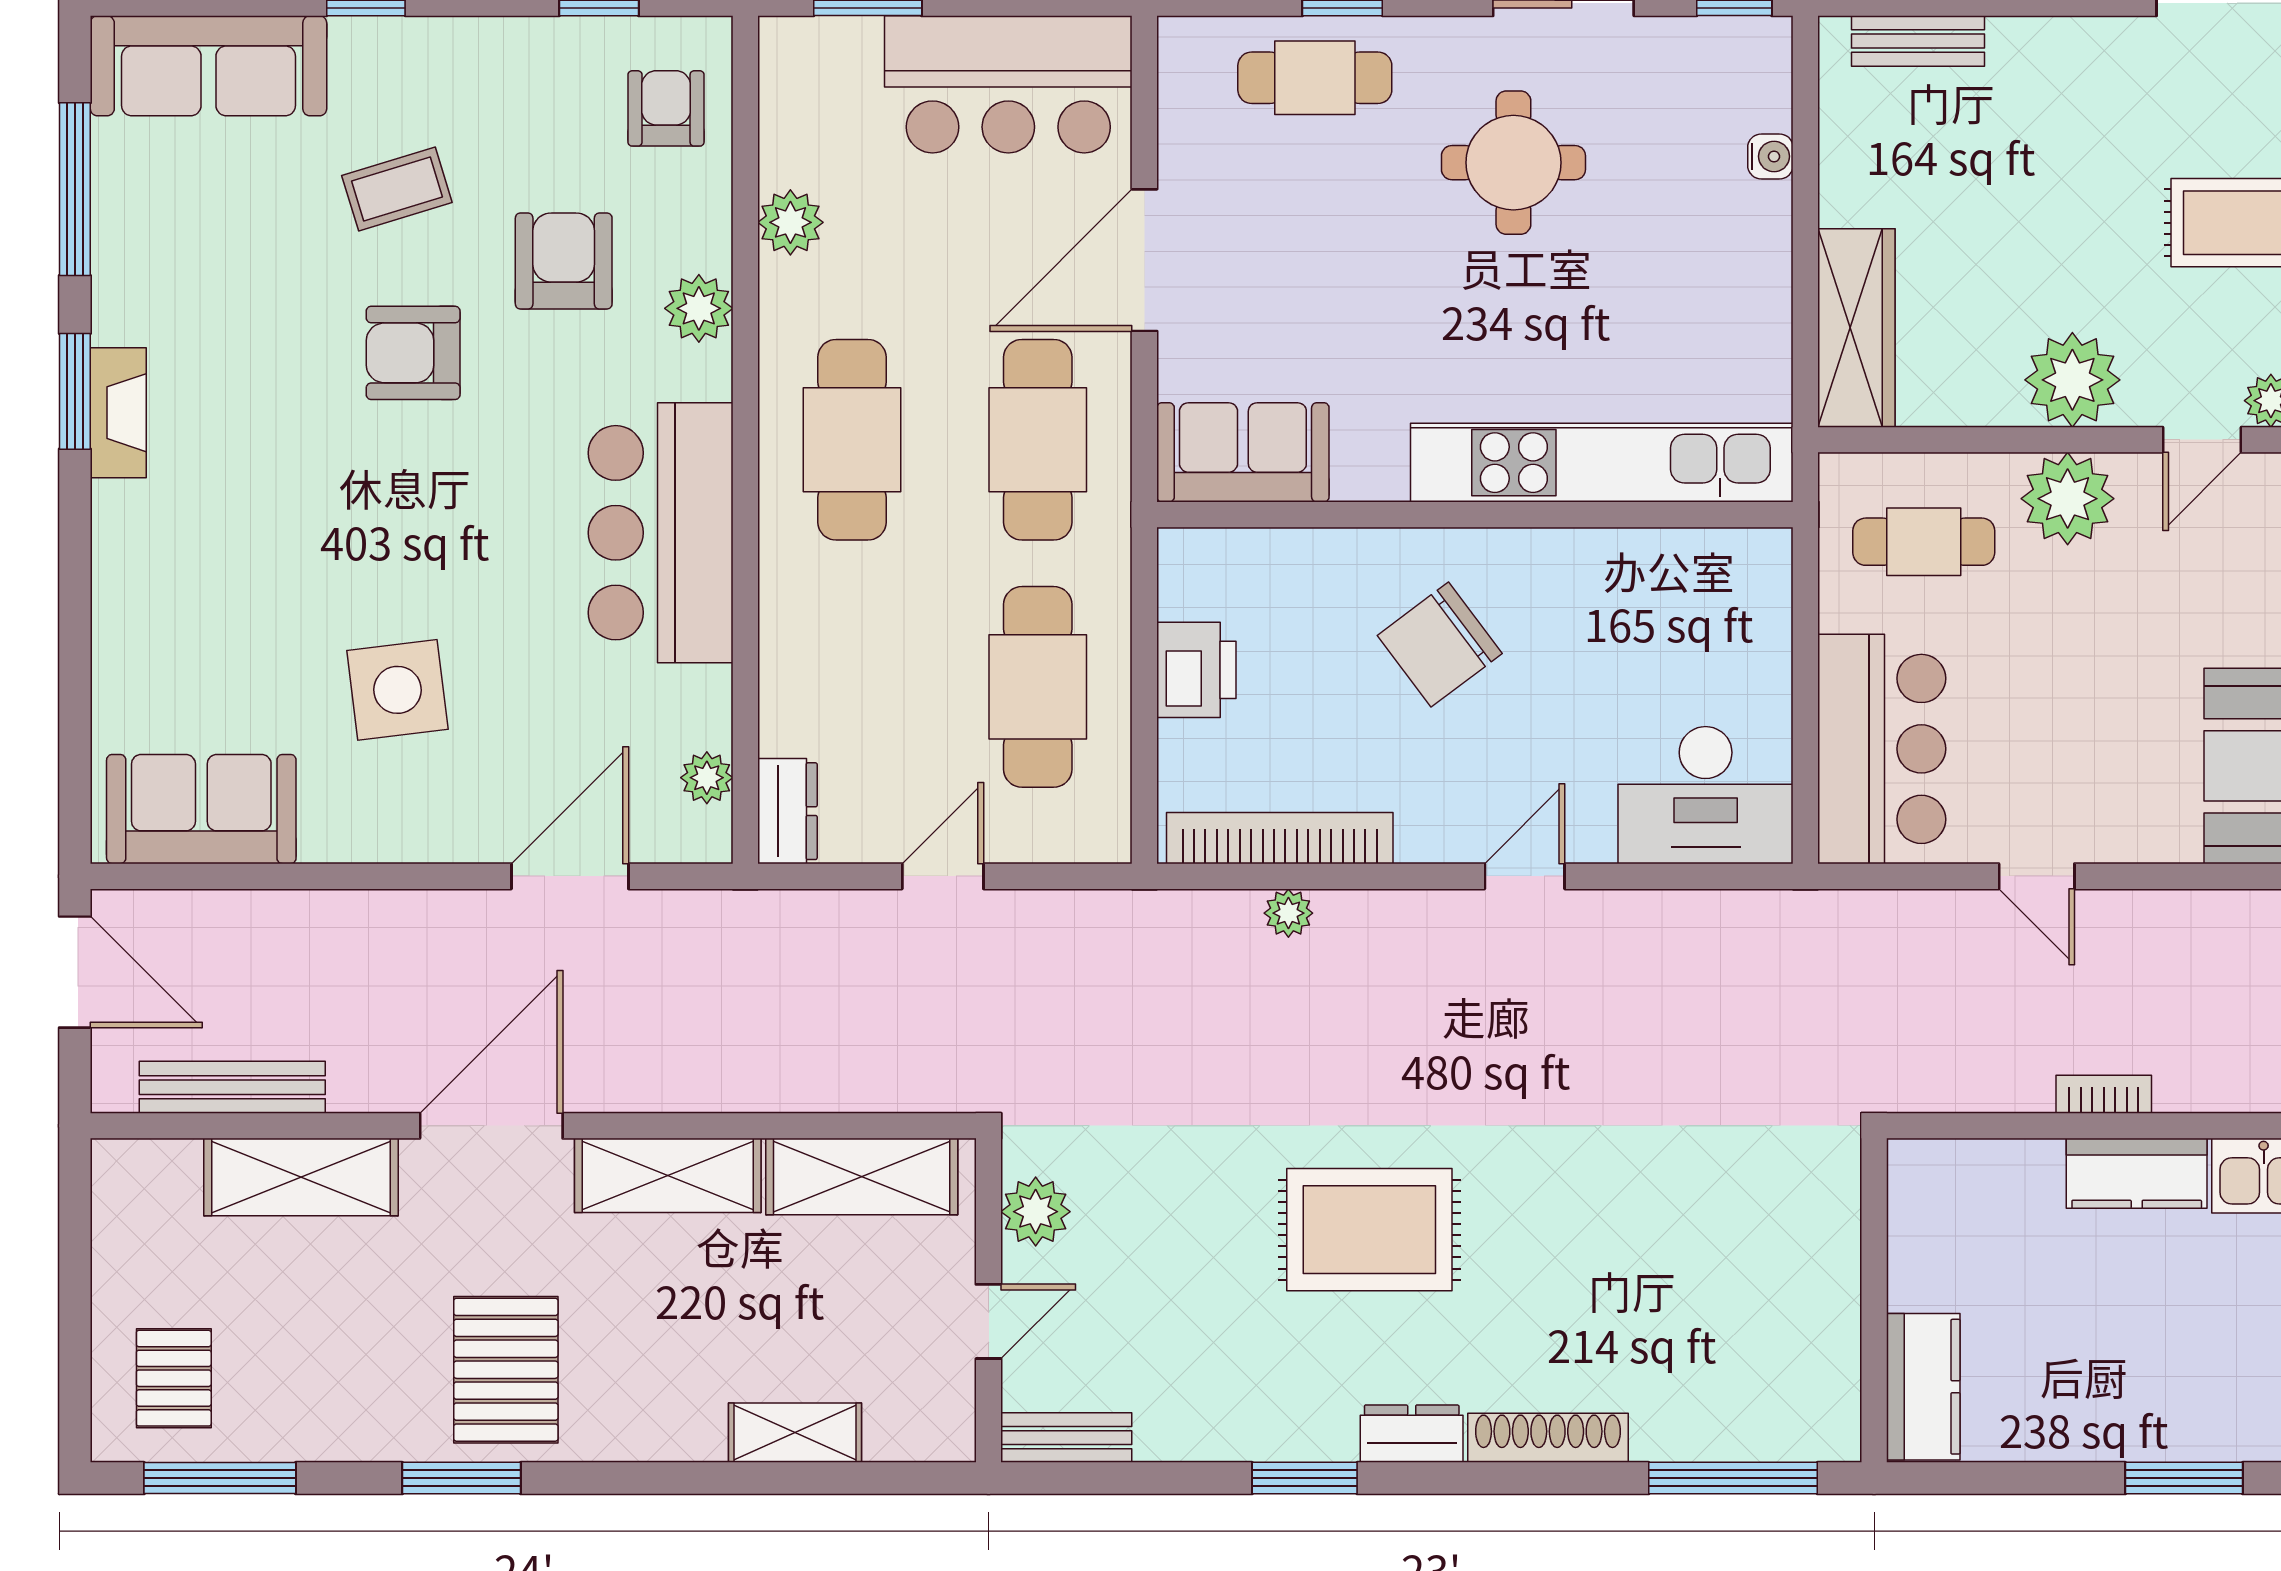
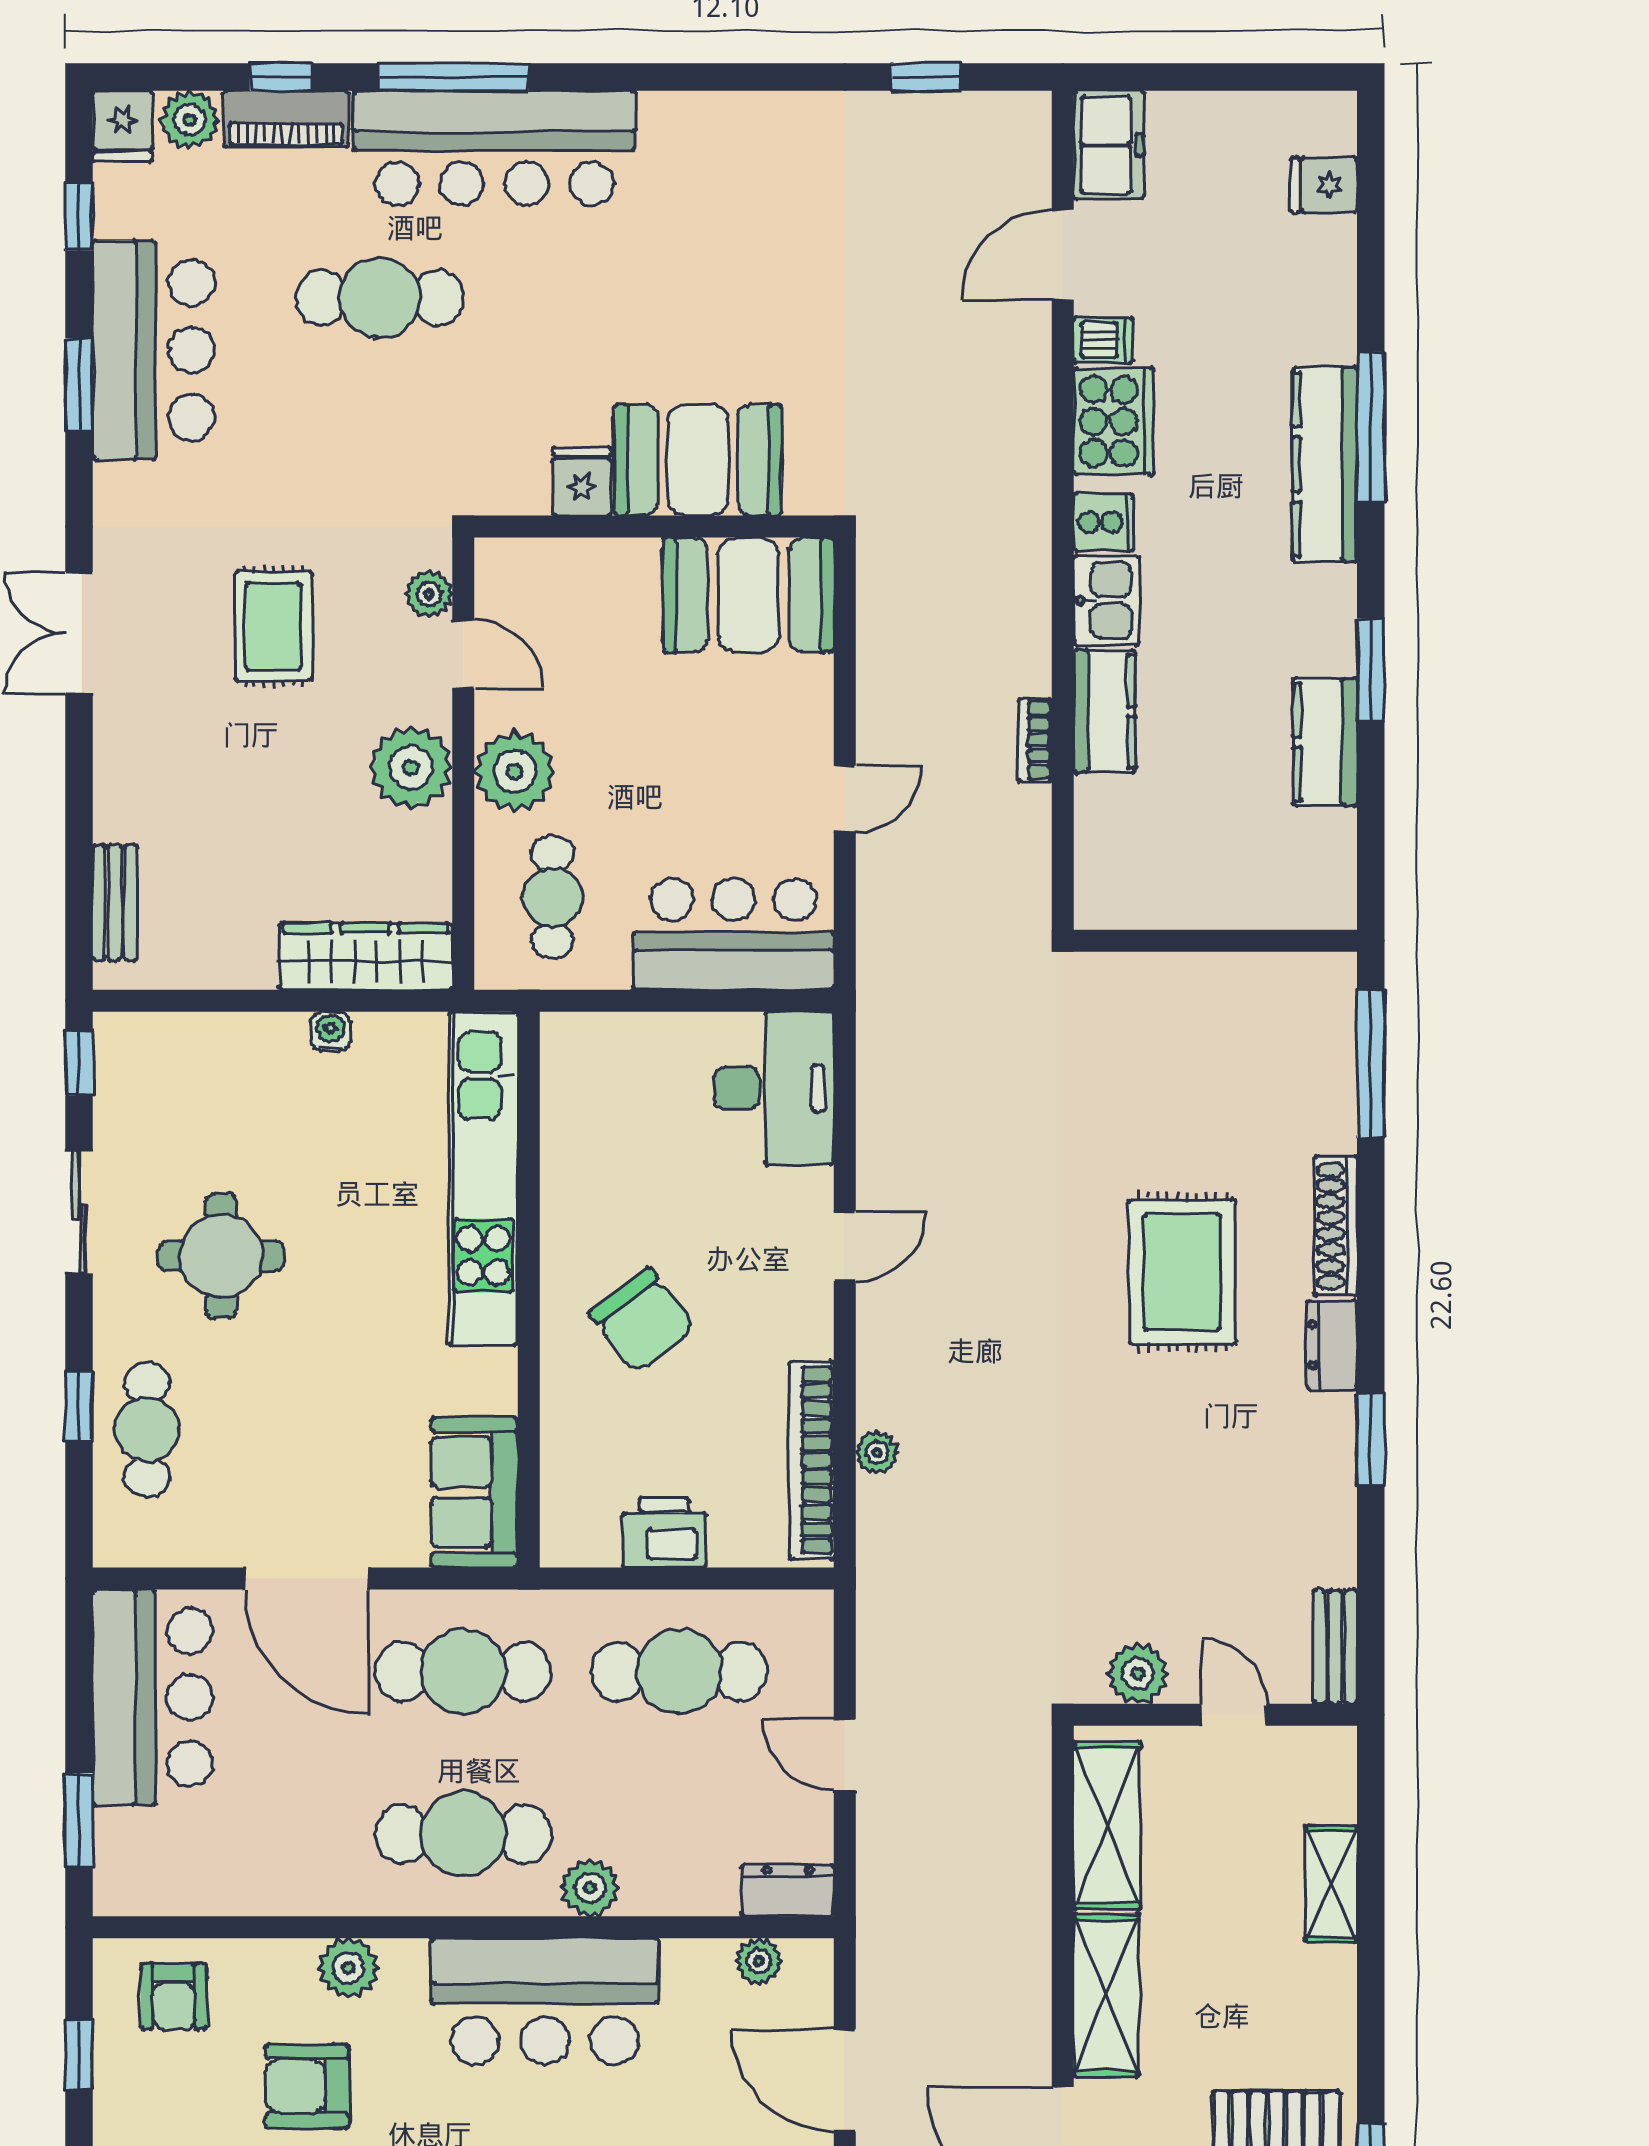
armchair: (666, 108) -> (174, 1997), turned -90
water cooler: (1770, 156) -> (331, 1031), moved
plant: (790, 222) -> (590, 1888), moved
door: (1525, 876) -> (845, 1246), swing flipped
rug: (1369, 1230) -> (1182, 1272), moved
kitchen counter: (1923, 1387) -> (1325, 742), moved, turned -90

